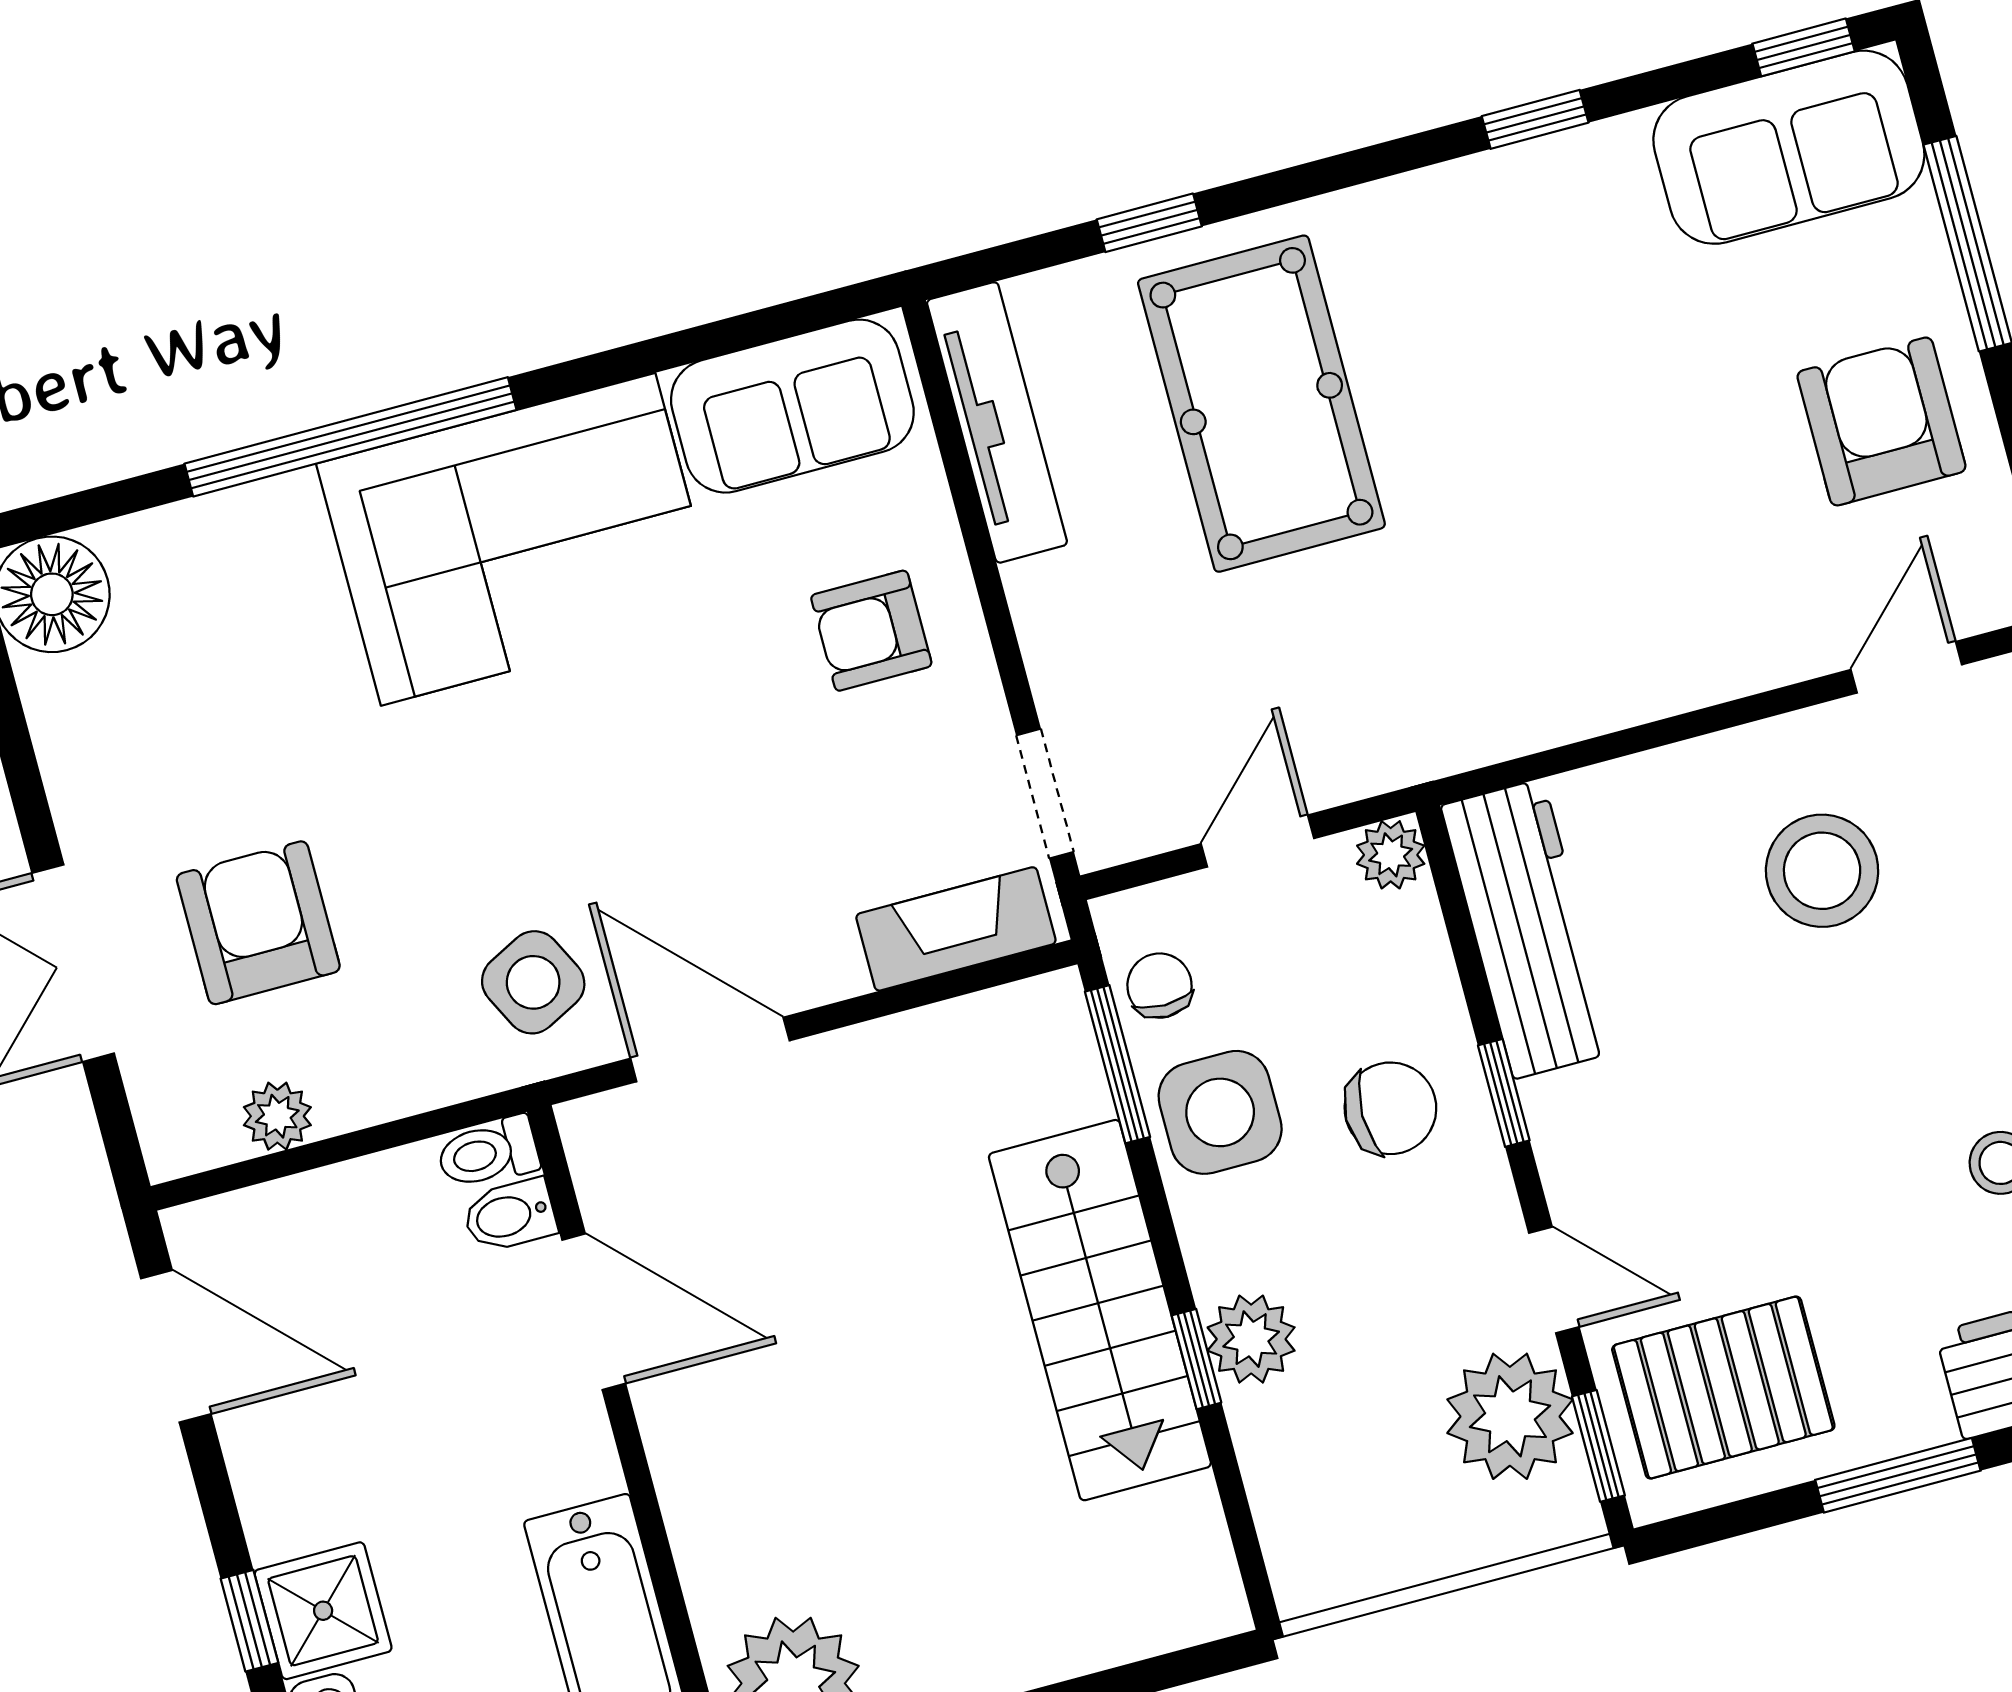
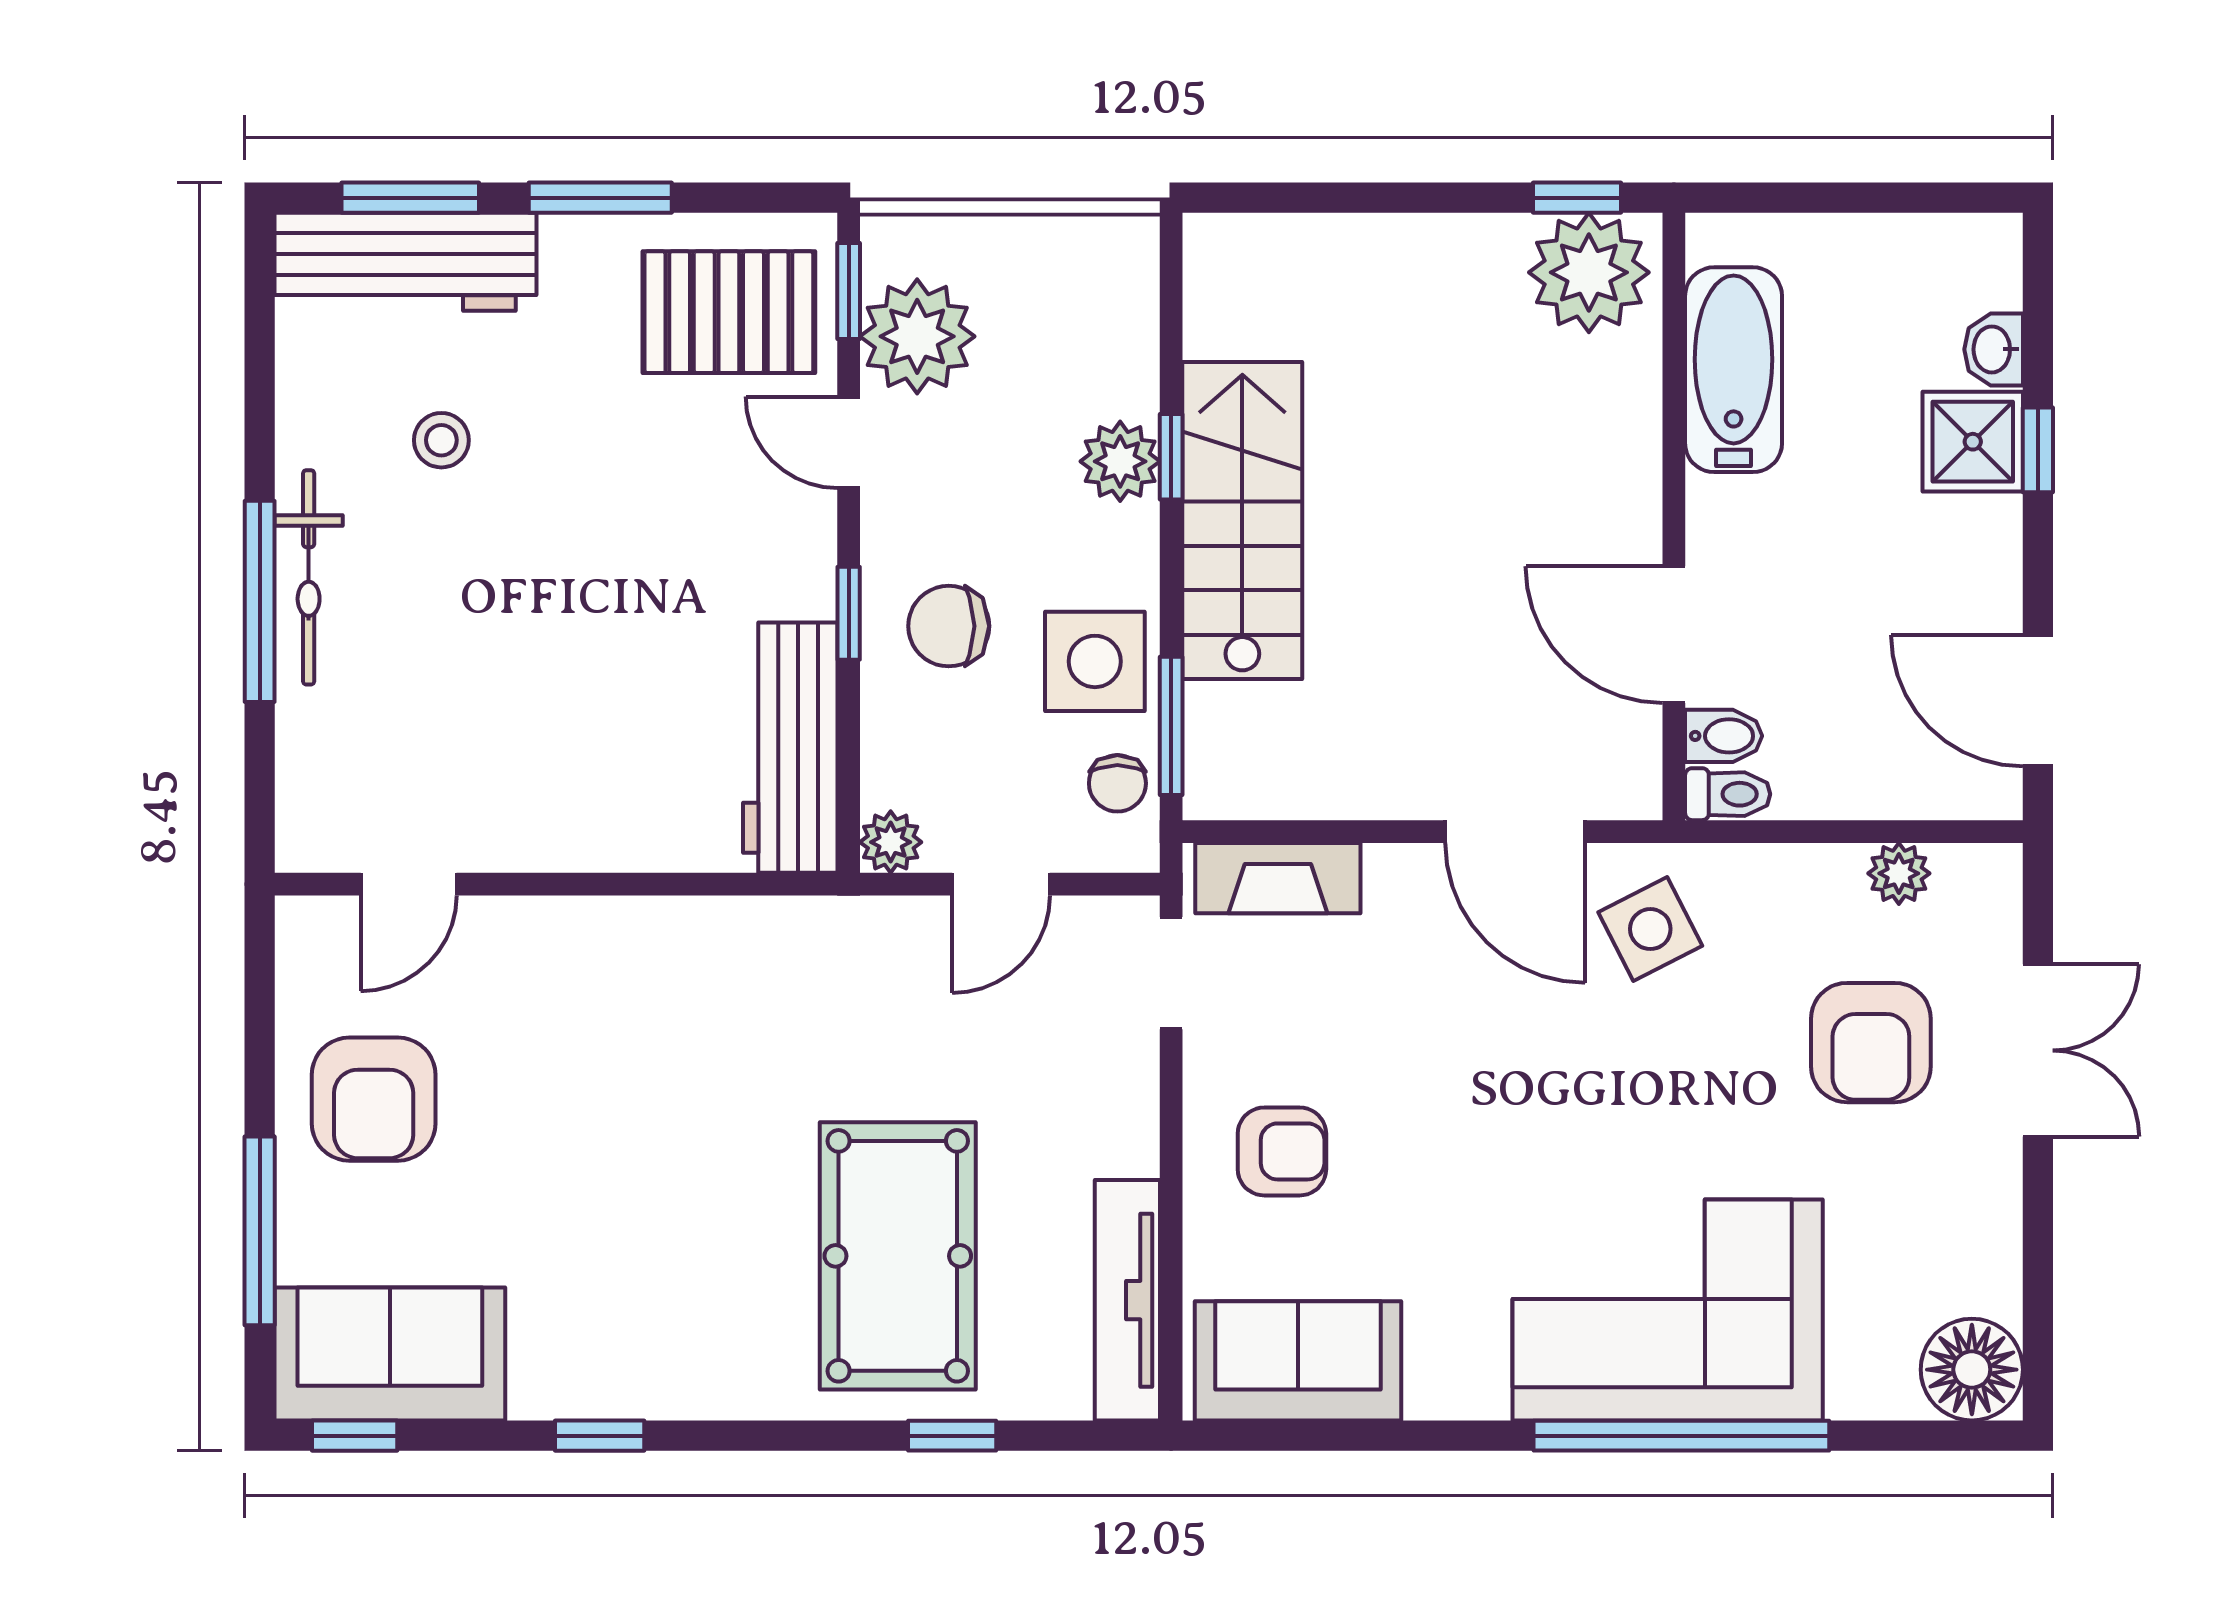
corner sofa: (518, 539) -> (1668, 1310), moved
stool: (1822, 871) -> (527, 730), removed

